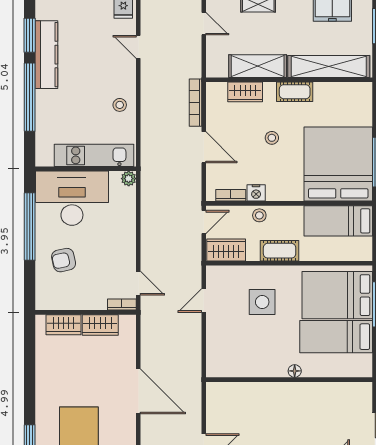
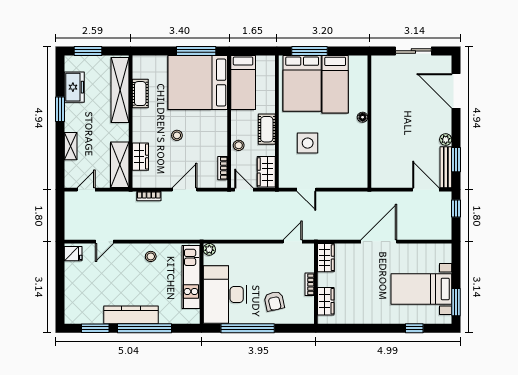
kitchen counter: (46, 55) -> (131, 315), moved
shelving: (258, 66) -> (120, 165), moved
cot: (295, 92) -> (140, 94), moved
bookcase: (195, 103) -> (149, 196), width x0.64
nightstand: (256, 193) -> (221, 148), removed
bookcase: (122, 305) -> (310, 284), moved
wardrobe: (100, 325) -> (326, 258), moved

